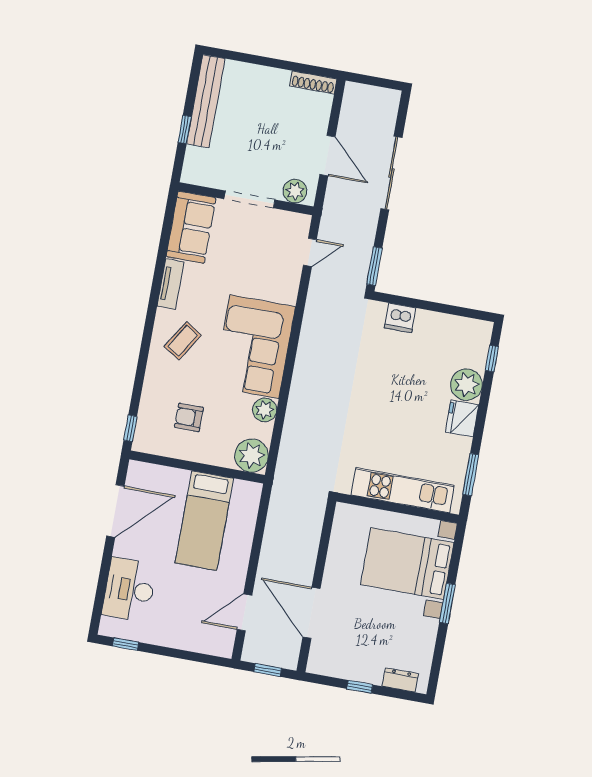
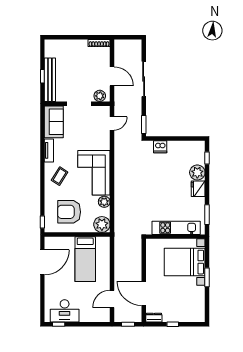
bench: (206, 101) -> (50, 80), moved
armchair: (189, 417) -> (69, 212), width x1.88, depth x1.88
desk: (129, 590) -> (65, 311), moved, turned -90
dresser: (400, 680) -> (154, 318), moved

